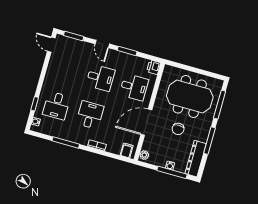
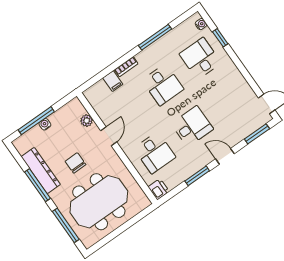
desk: (100, 78) -> (192, 126), turned 180
desk: (134, 87) -> (155, 153), turned -90
door: (146, 122) -> (109, 136), width x0.53
filing cabinet: (127, 150) -> (113, 81), moved
plant: (144, 155) -> (87, 121), moved
dresser: (196, 159) -> (41, 171), moved

